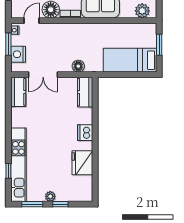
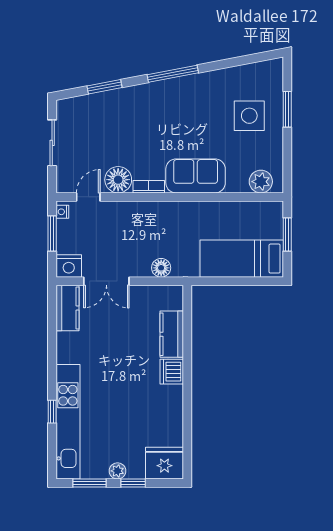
nightstand: (18, 54) -> (69, 266), moved, turned -90
kitchen counter: (85, 92) -> (172, 334), moved
fridge: (82, 163) -> (164, 463), moved, turned 90
window: (8, 171) -> (52, 412), moved

